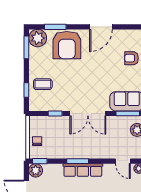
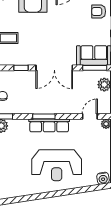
door: (123, 161) -> (90, 116), swing flipped

